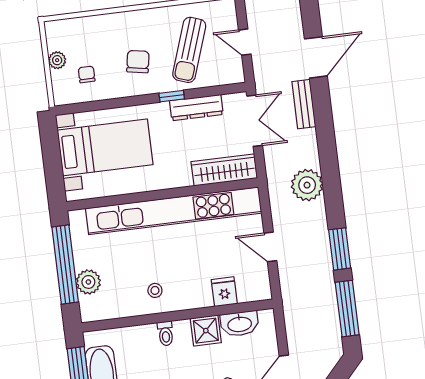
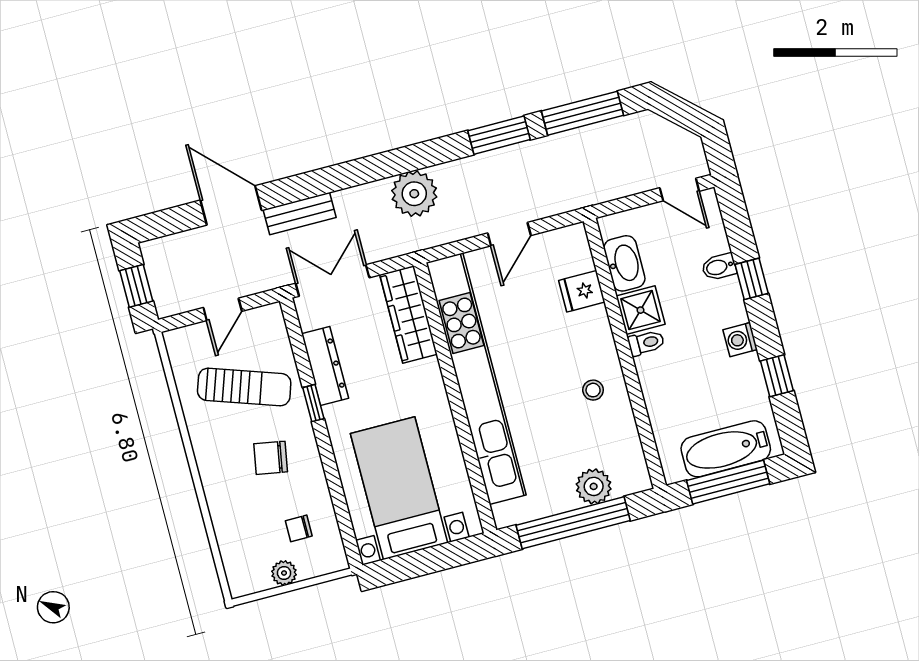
toilet: (166, 334) -> (646, 343), moved

